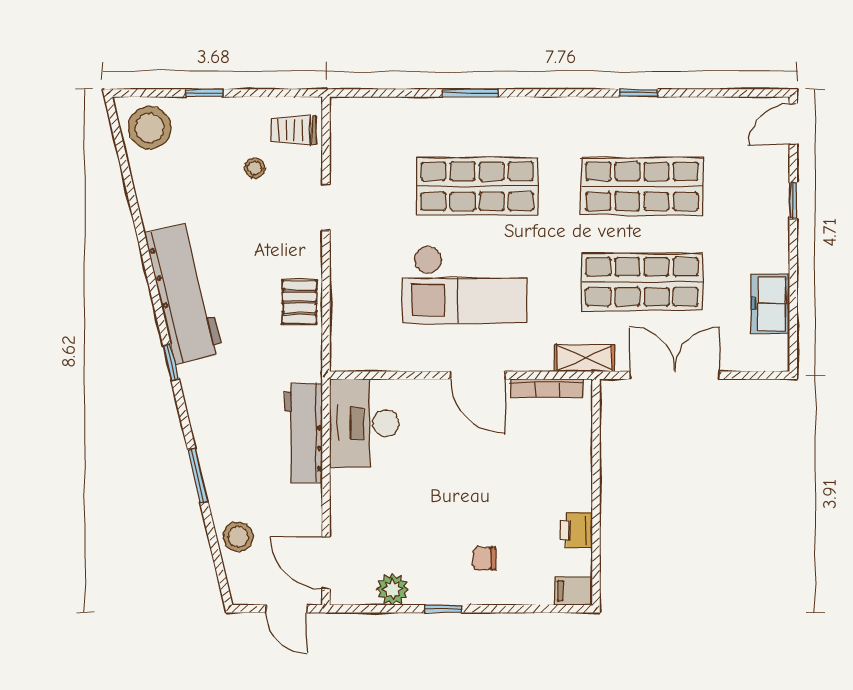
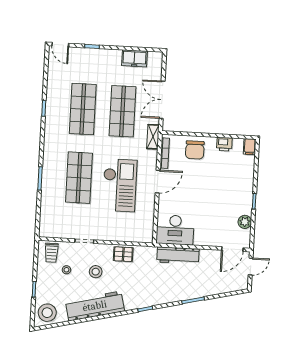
workbench: (184, 293) -> (95, 306), moved
stool: (238, 537) -> (96, 272), moved
chair: (484, 559) -> (195, 150), moved, width x1.87, depth x1.87

